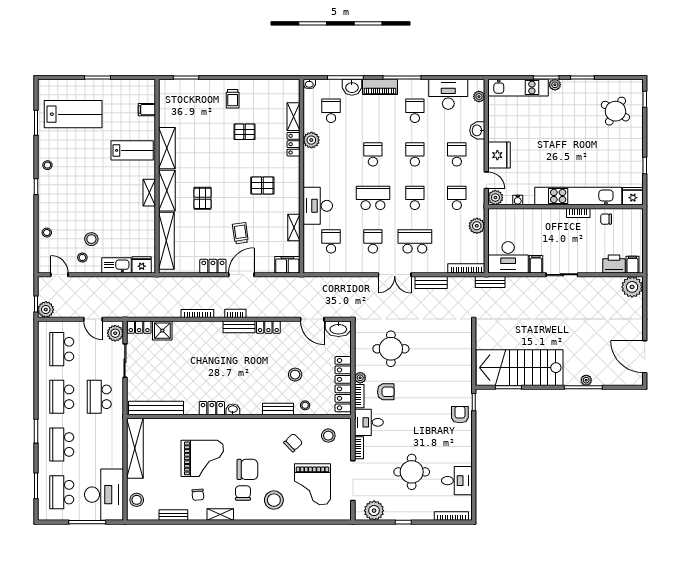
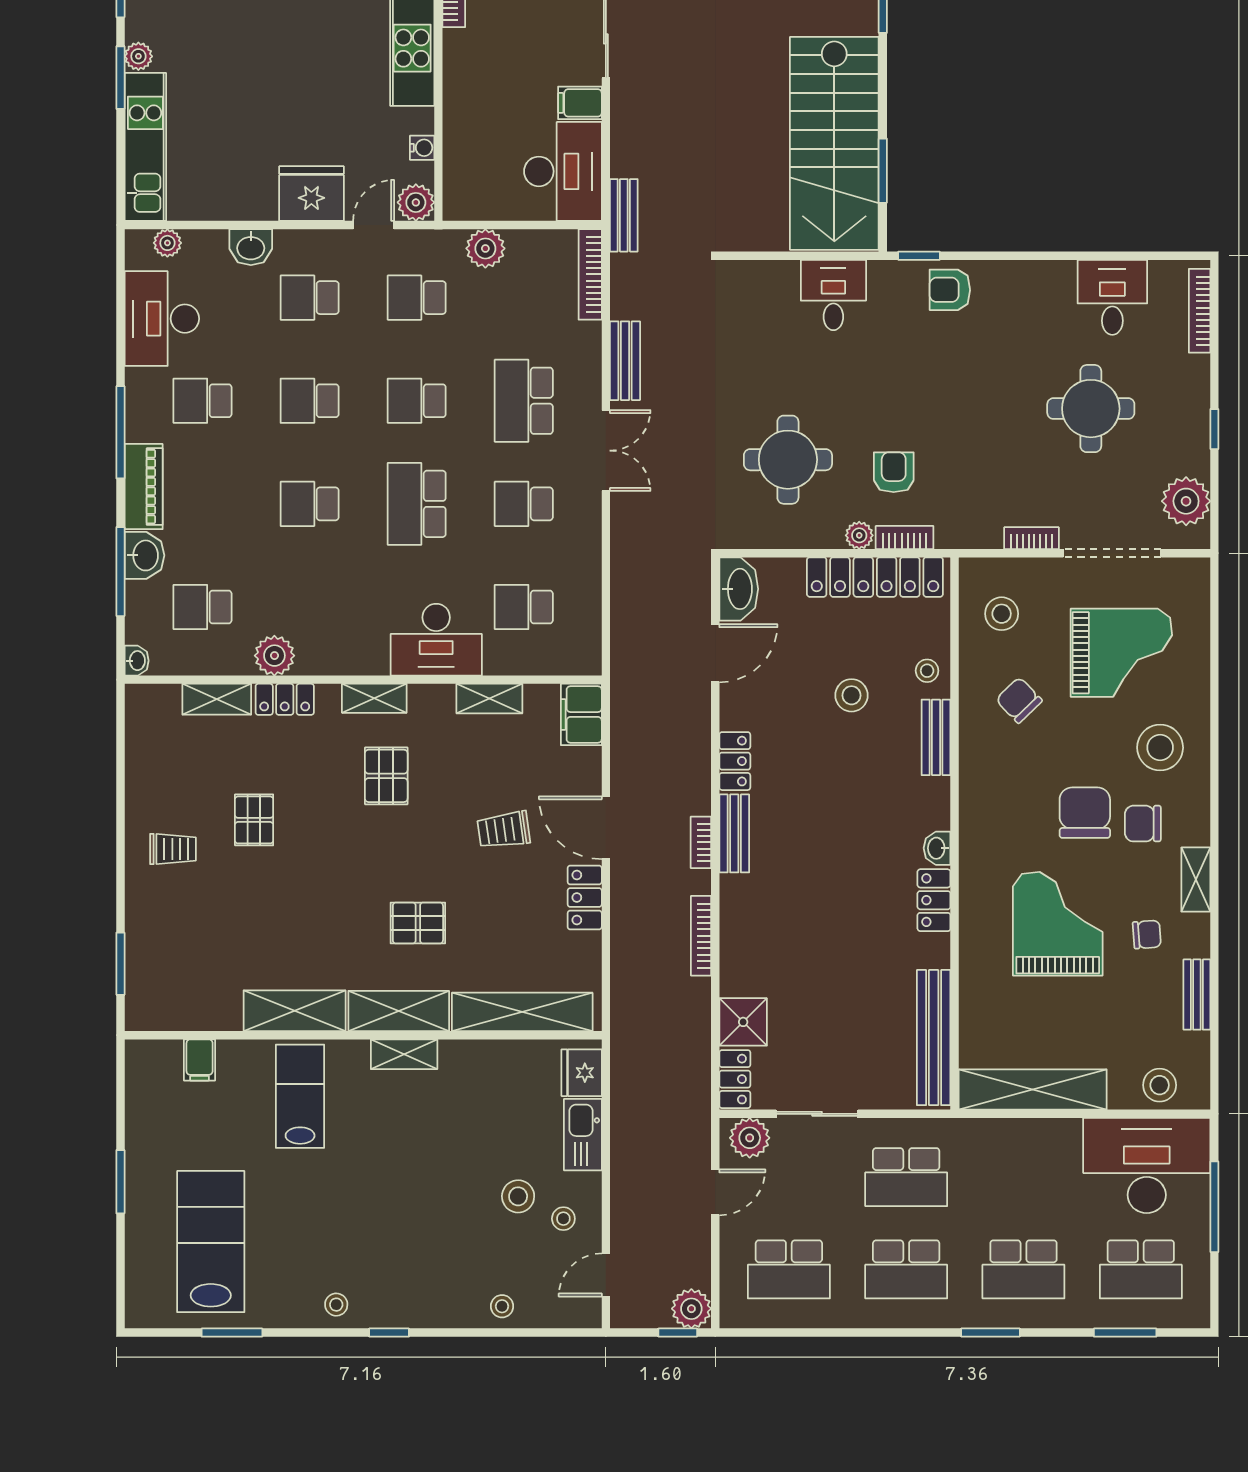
shelving: (294, 181) -> (374, 698), added
desk: (369, 422) -> (833, 295), moved, turned 180

